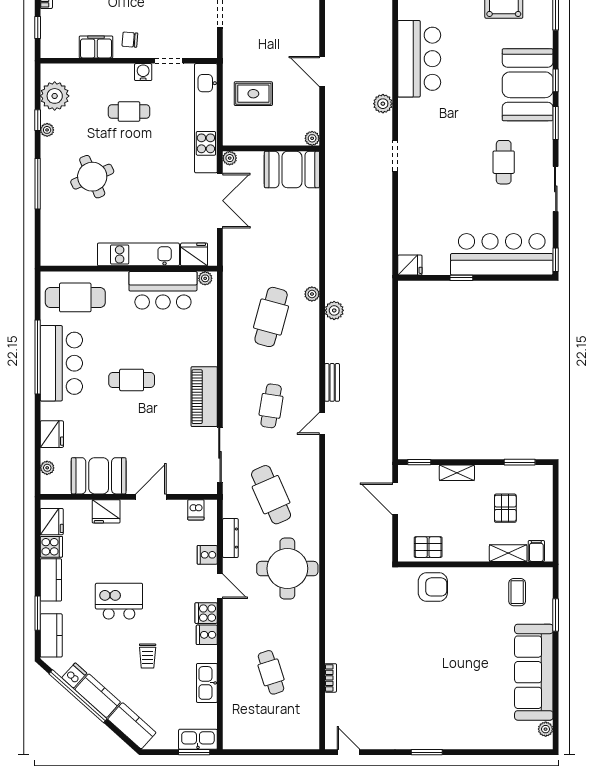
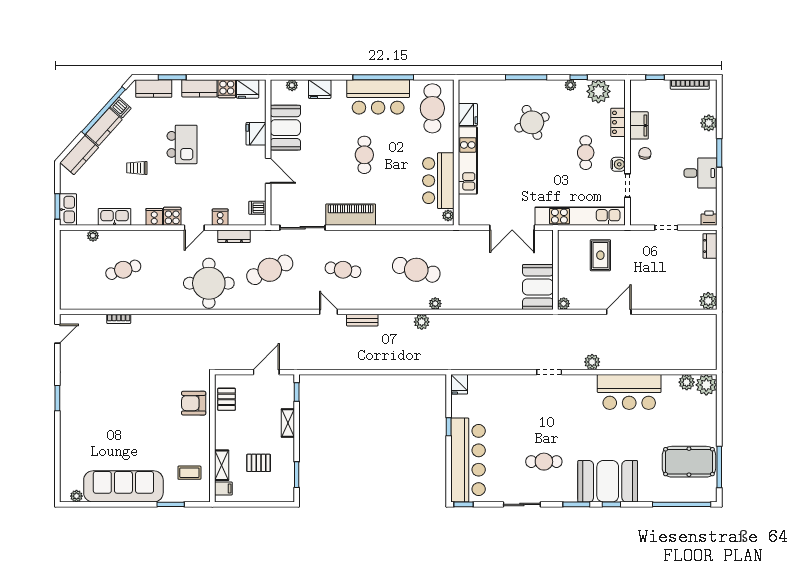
locker: (92, 72) -> (618, 122), added
plant: (230, 158) -> (93, 236), moved
fridge: (194, 254) -> (468, 115), moved
armchair: (433, 587) -> (194, 403), turned 90

